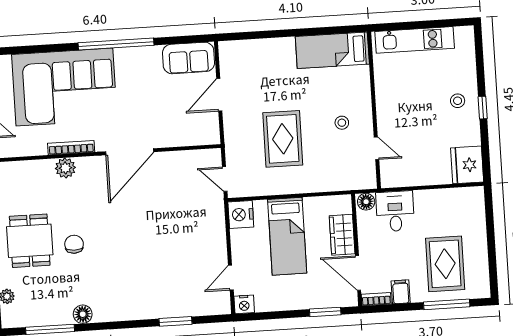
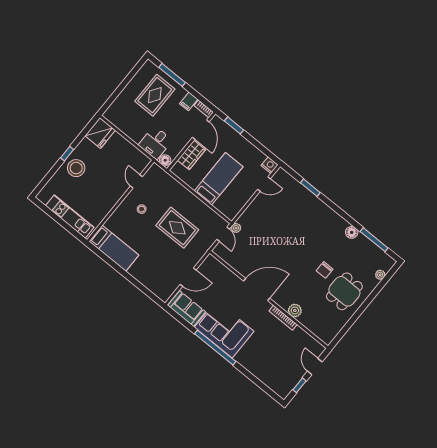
corner sofa: (64, 87) -> (224, 329), moved, width x0.73, depth x0.74
stool: (458, 101) -> (76, 168), width x1.89, depth x1.89
rug: (283, 139) -> (177, 228), turned 90
plant: (217, 199) -> (236, 228), added
nightstand: (241, 215) -> (231, 210), removed

